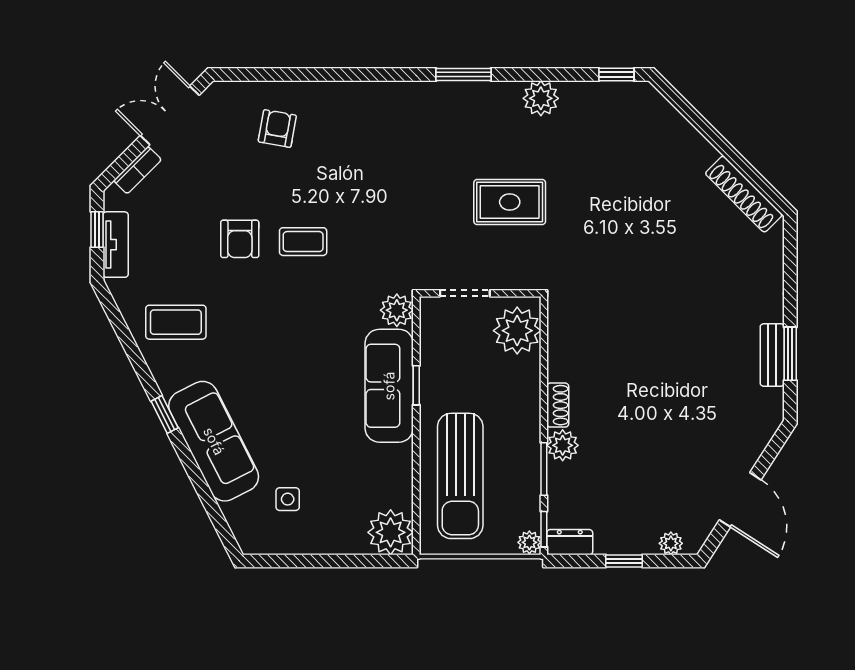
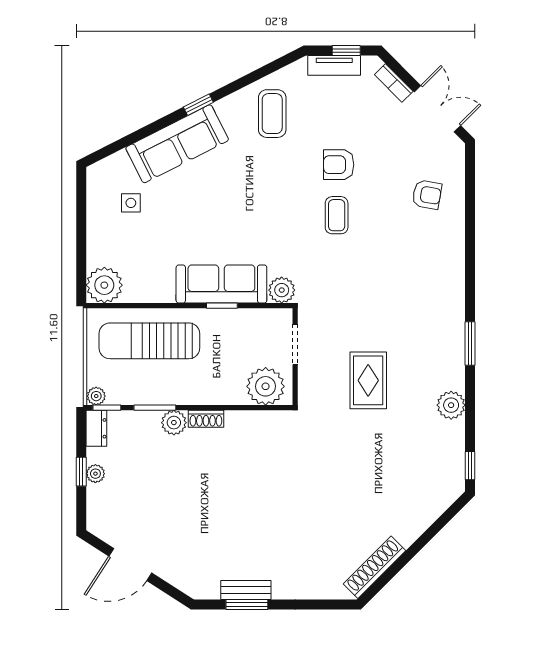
plant: (671, 543) -> (95, 474), moved

